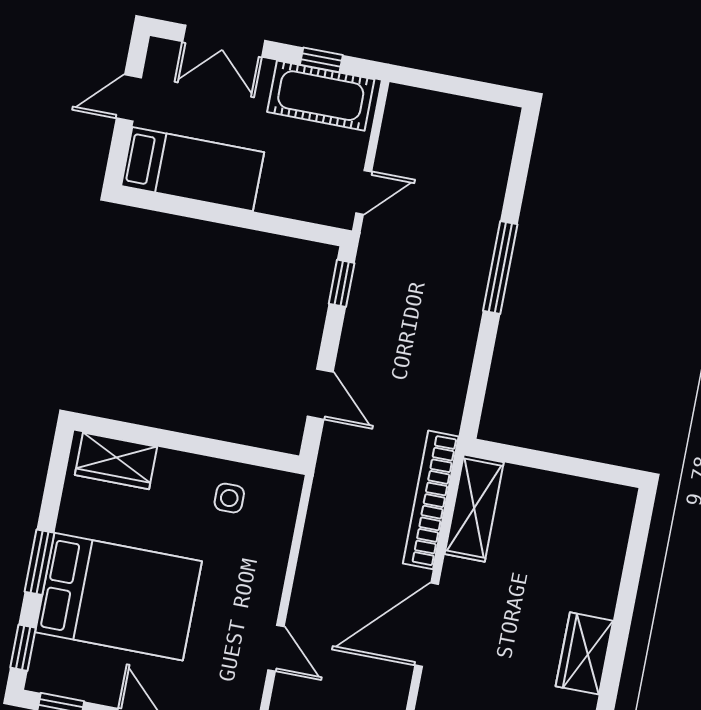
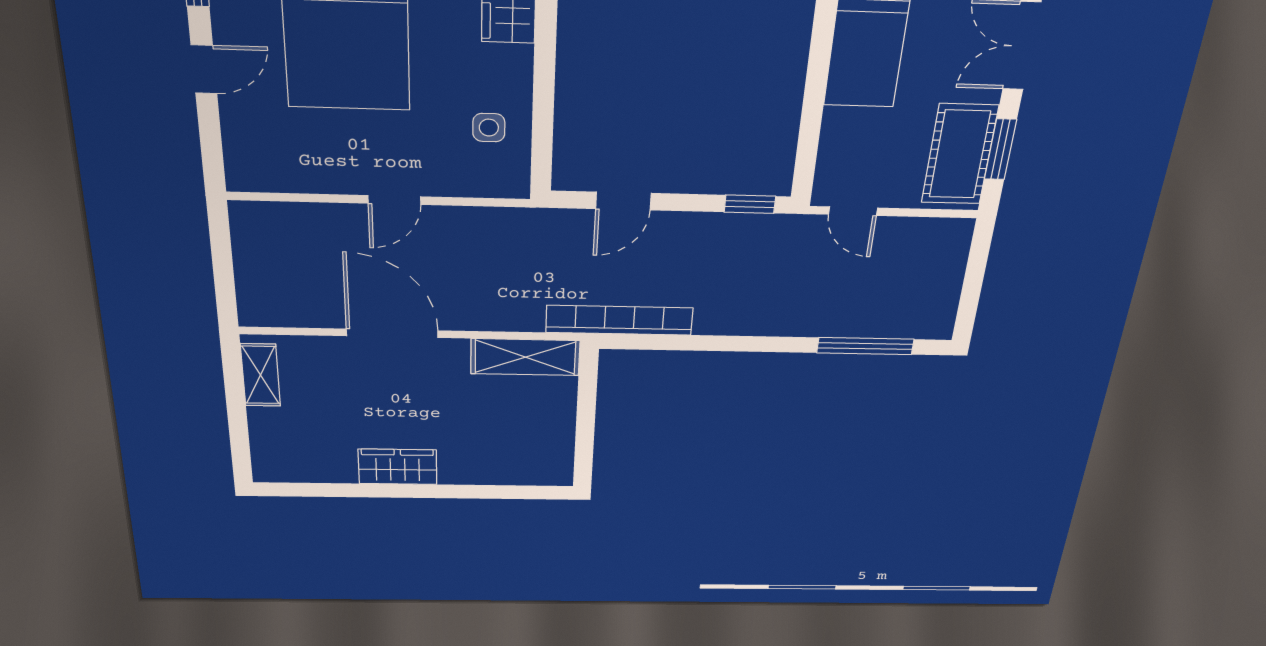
window: (321, 60) -> (1000, 149), width x1.50
window: (500, 267) -> (865, 346), moved
bookcase: (431, 500) -> (619, 320), moved
door: (276, 648) -> (394, 200), moved

